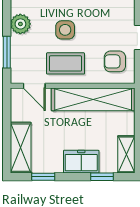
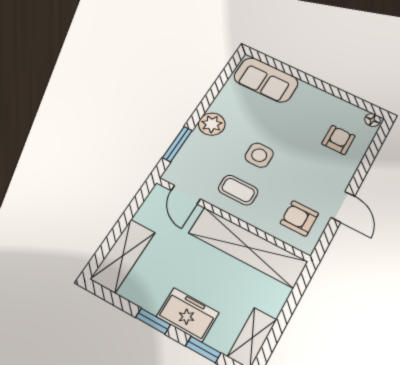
coffee table: (66, 63) -> (238, 190), width x0.73, depth x0.77
window: (43, 177) -> (153, 321), moved

